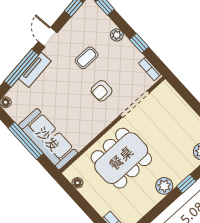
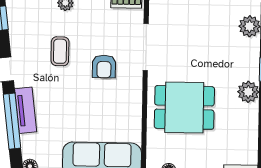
dining table: (121, 158) -> (184, 107), width x0.73

